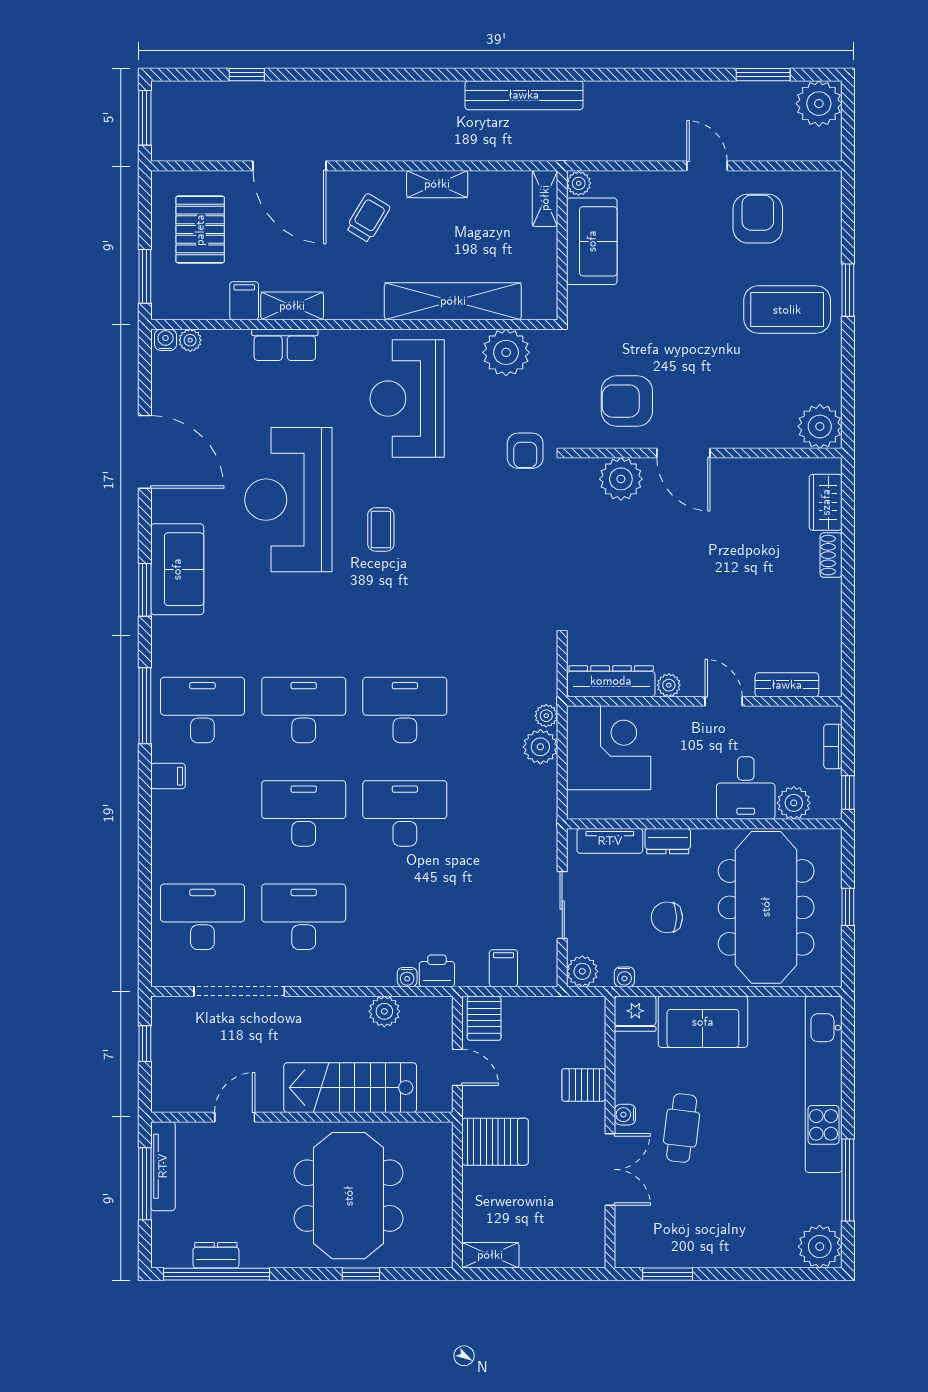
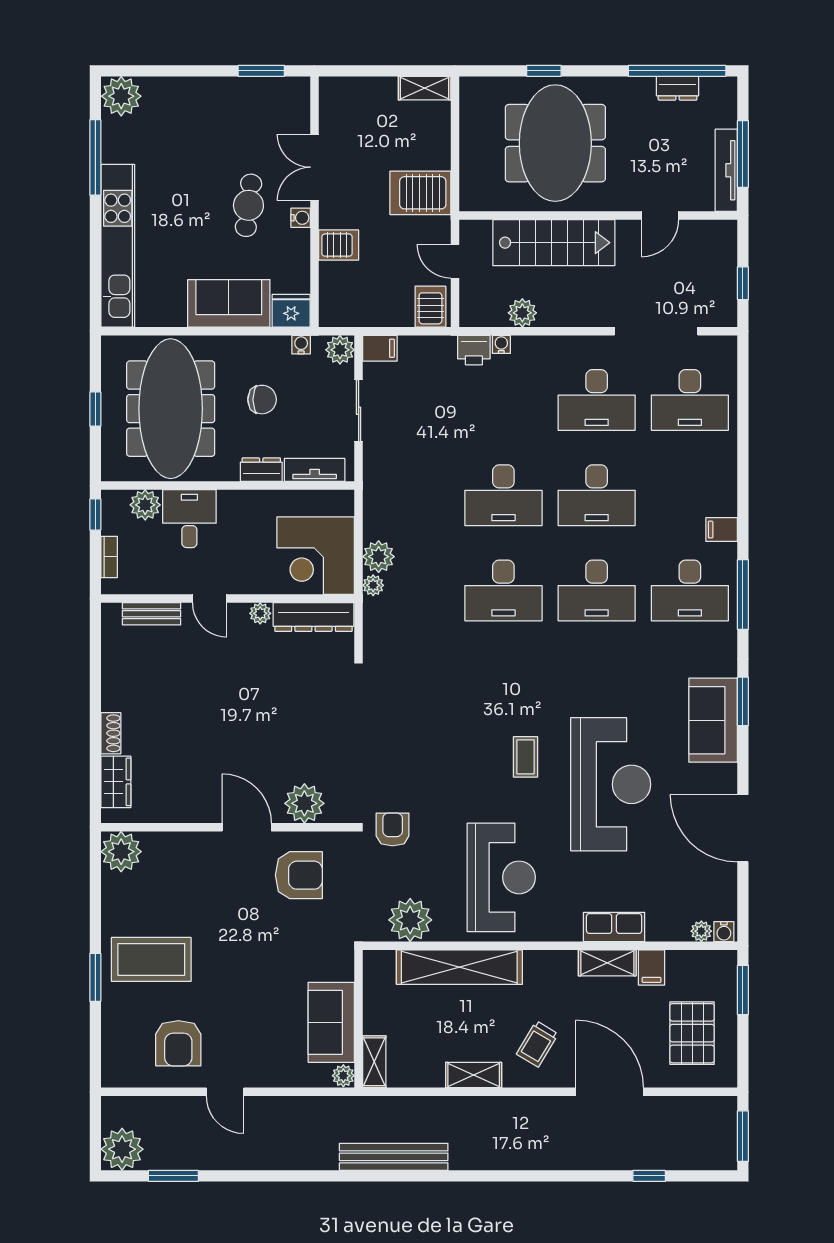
filing cabinet: (503, 968) -> (380, 348), moved, turned -90

